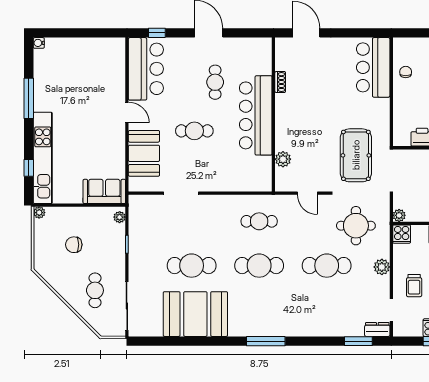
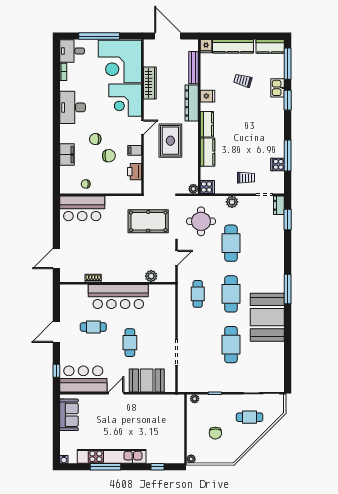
kitchen unit: (43, 158) -> (112, 456), moved
sofa: (104, 191) -> (69, 415), moved, turned 180
booth: (195, 314) -> (267, 317), moved

